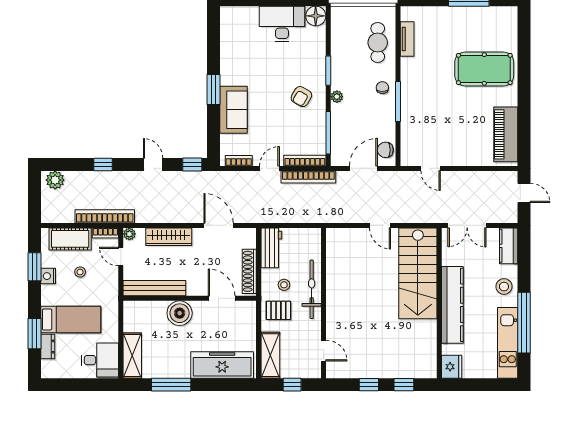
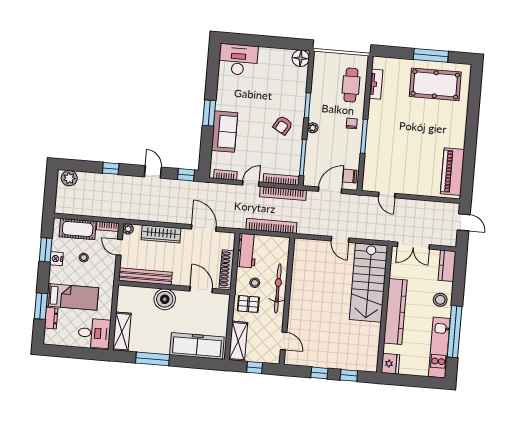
desk: (282, 24) -> (238, 60), moved
pool table: (484, 69) -> (435, 84), moved
bookcase: (105, 216) -> (271, 226), moved

